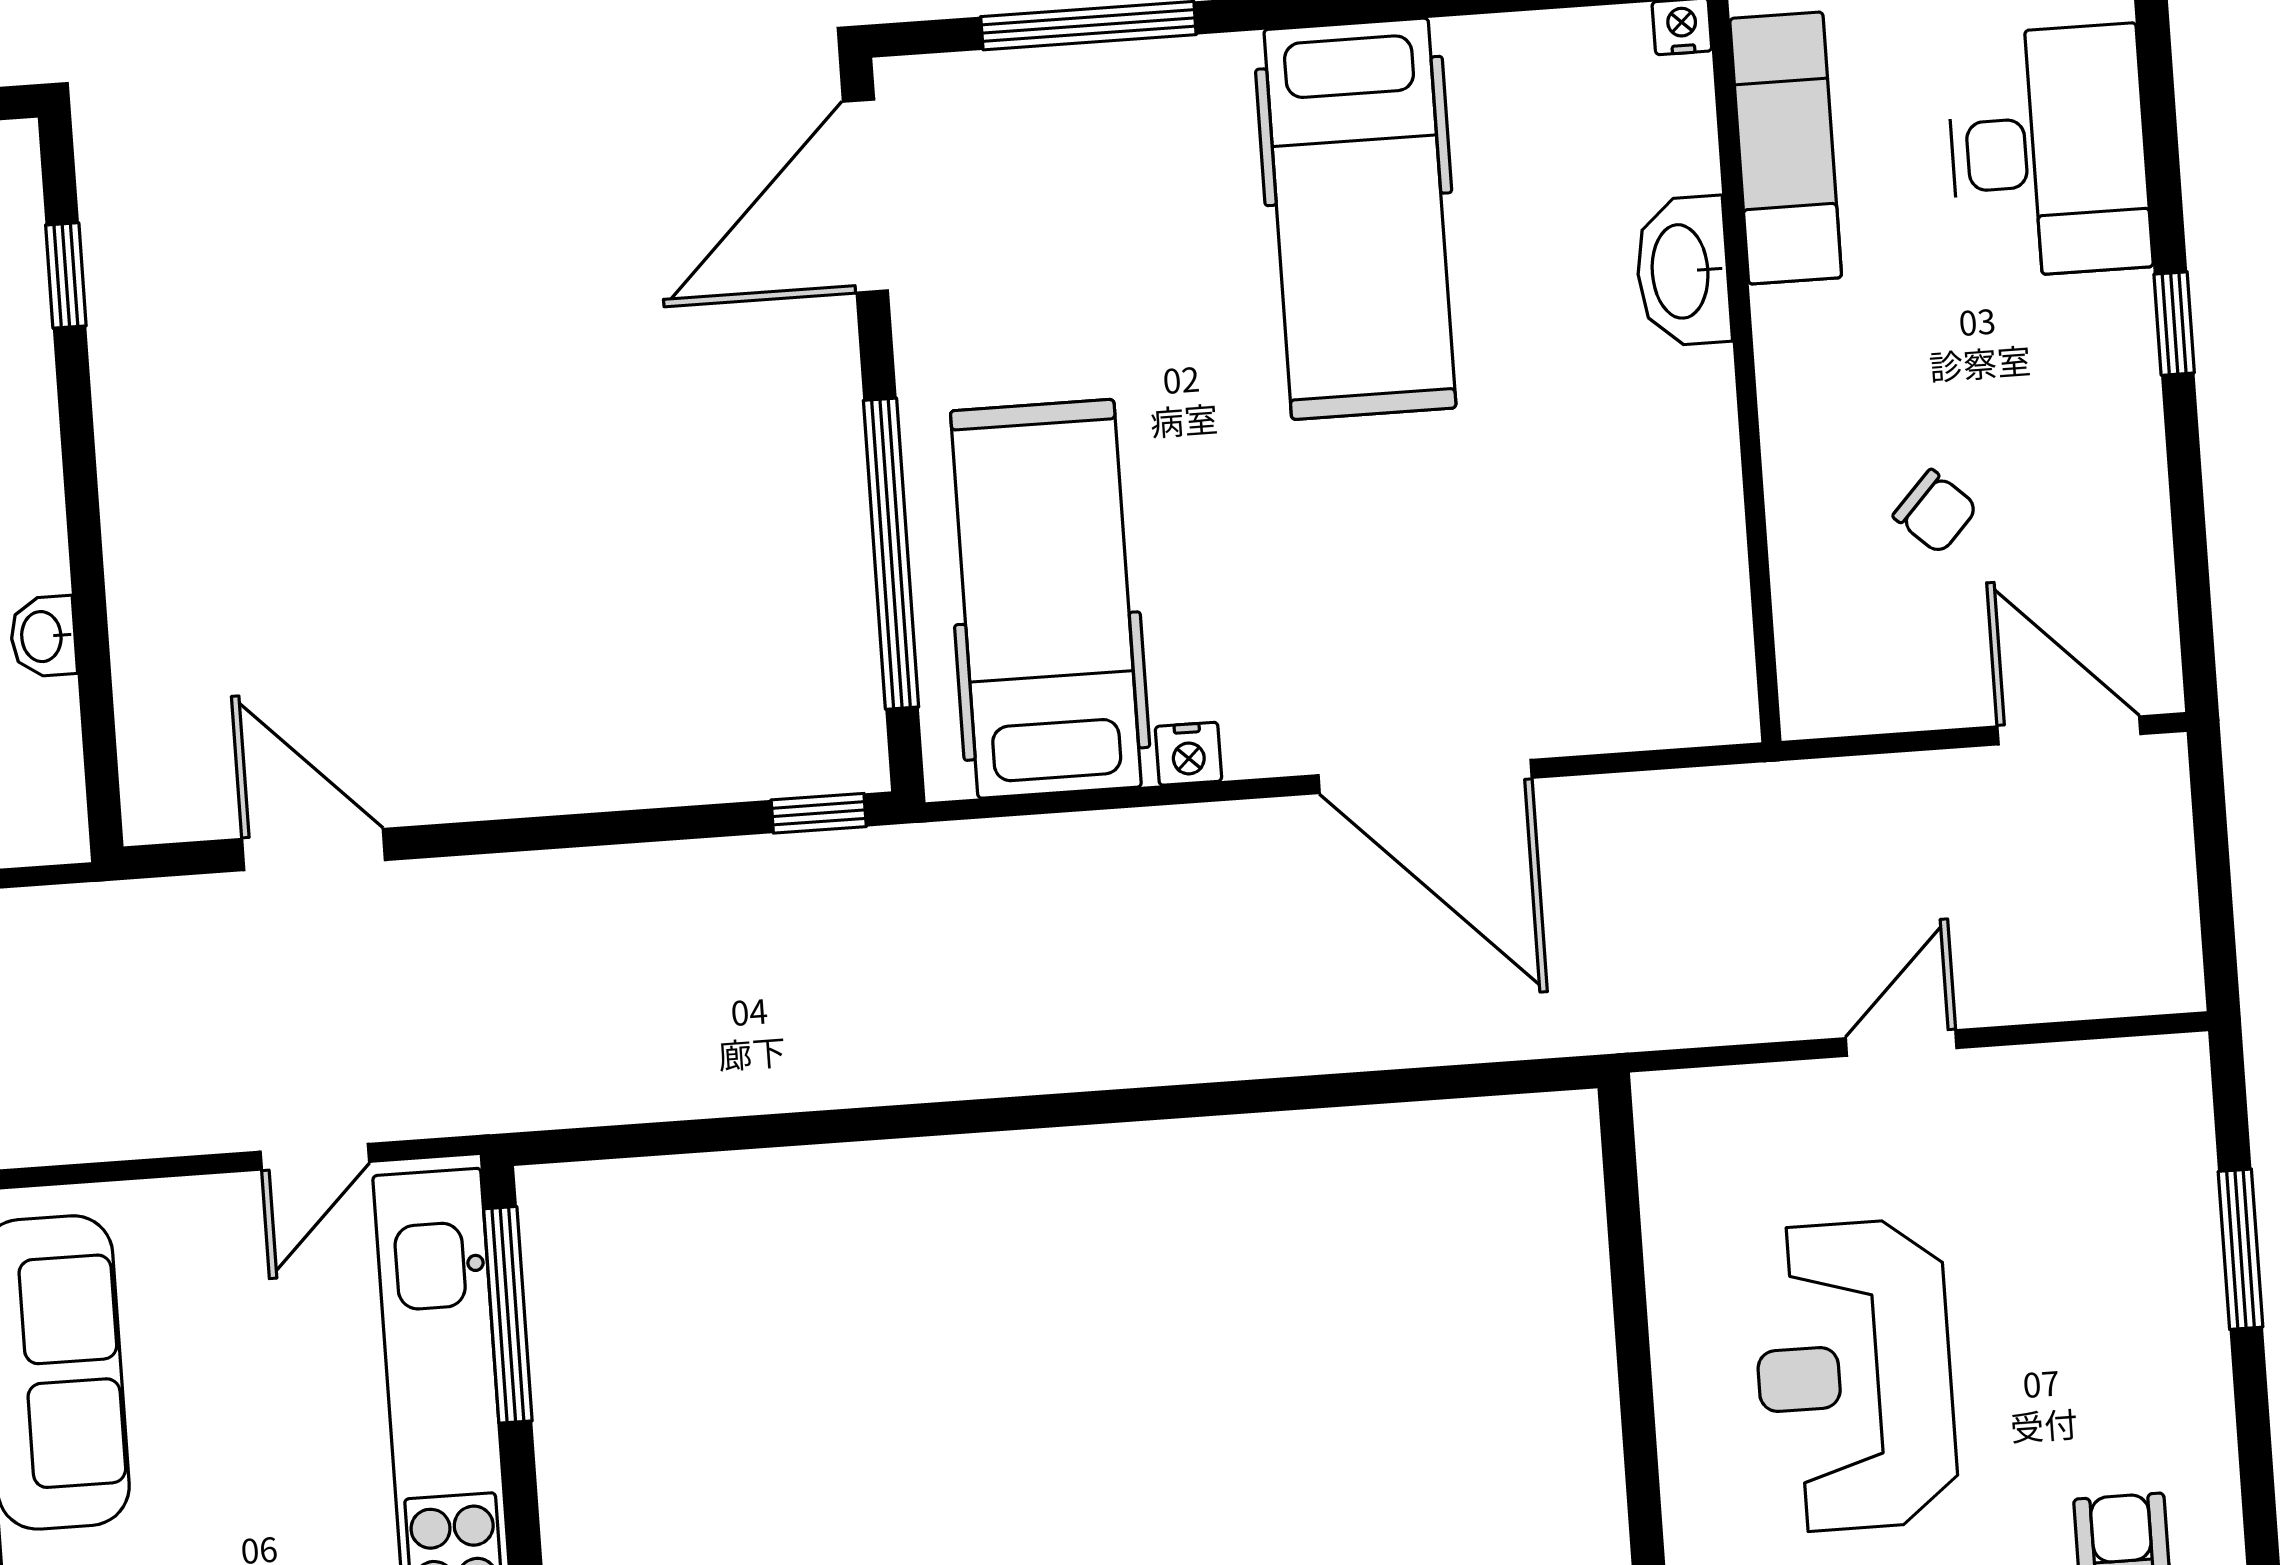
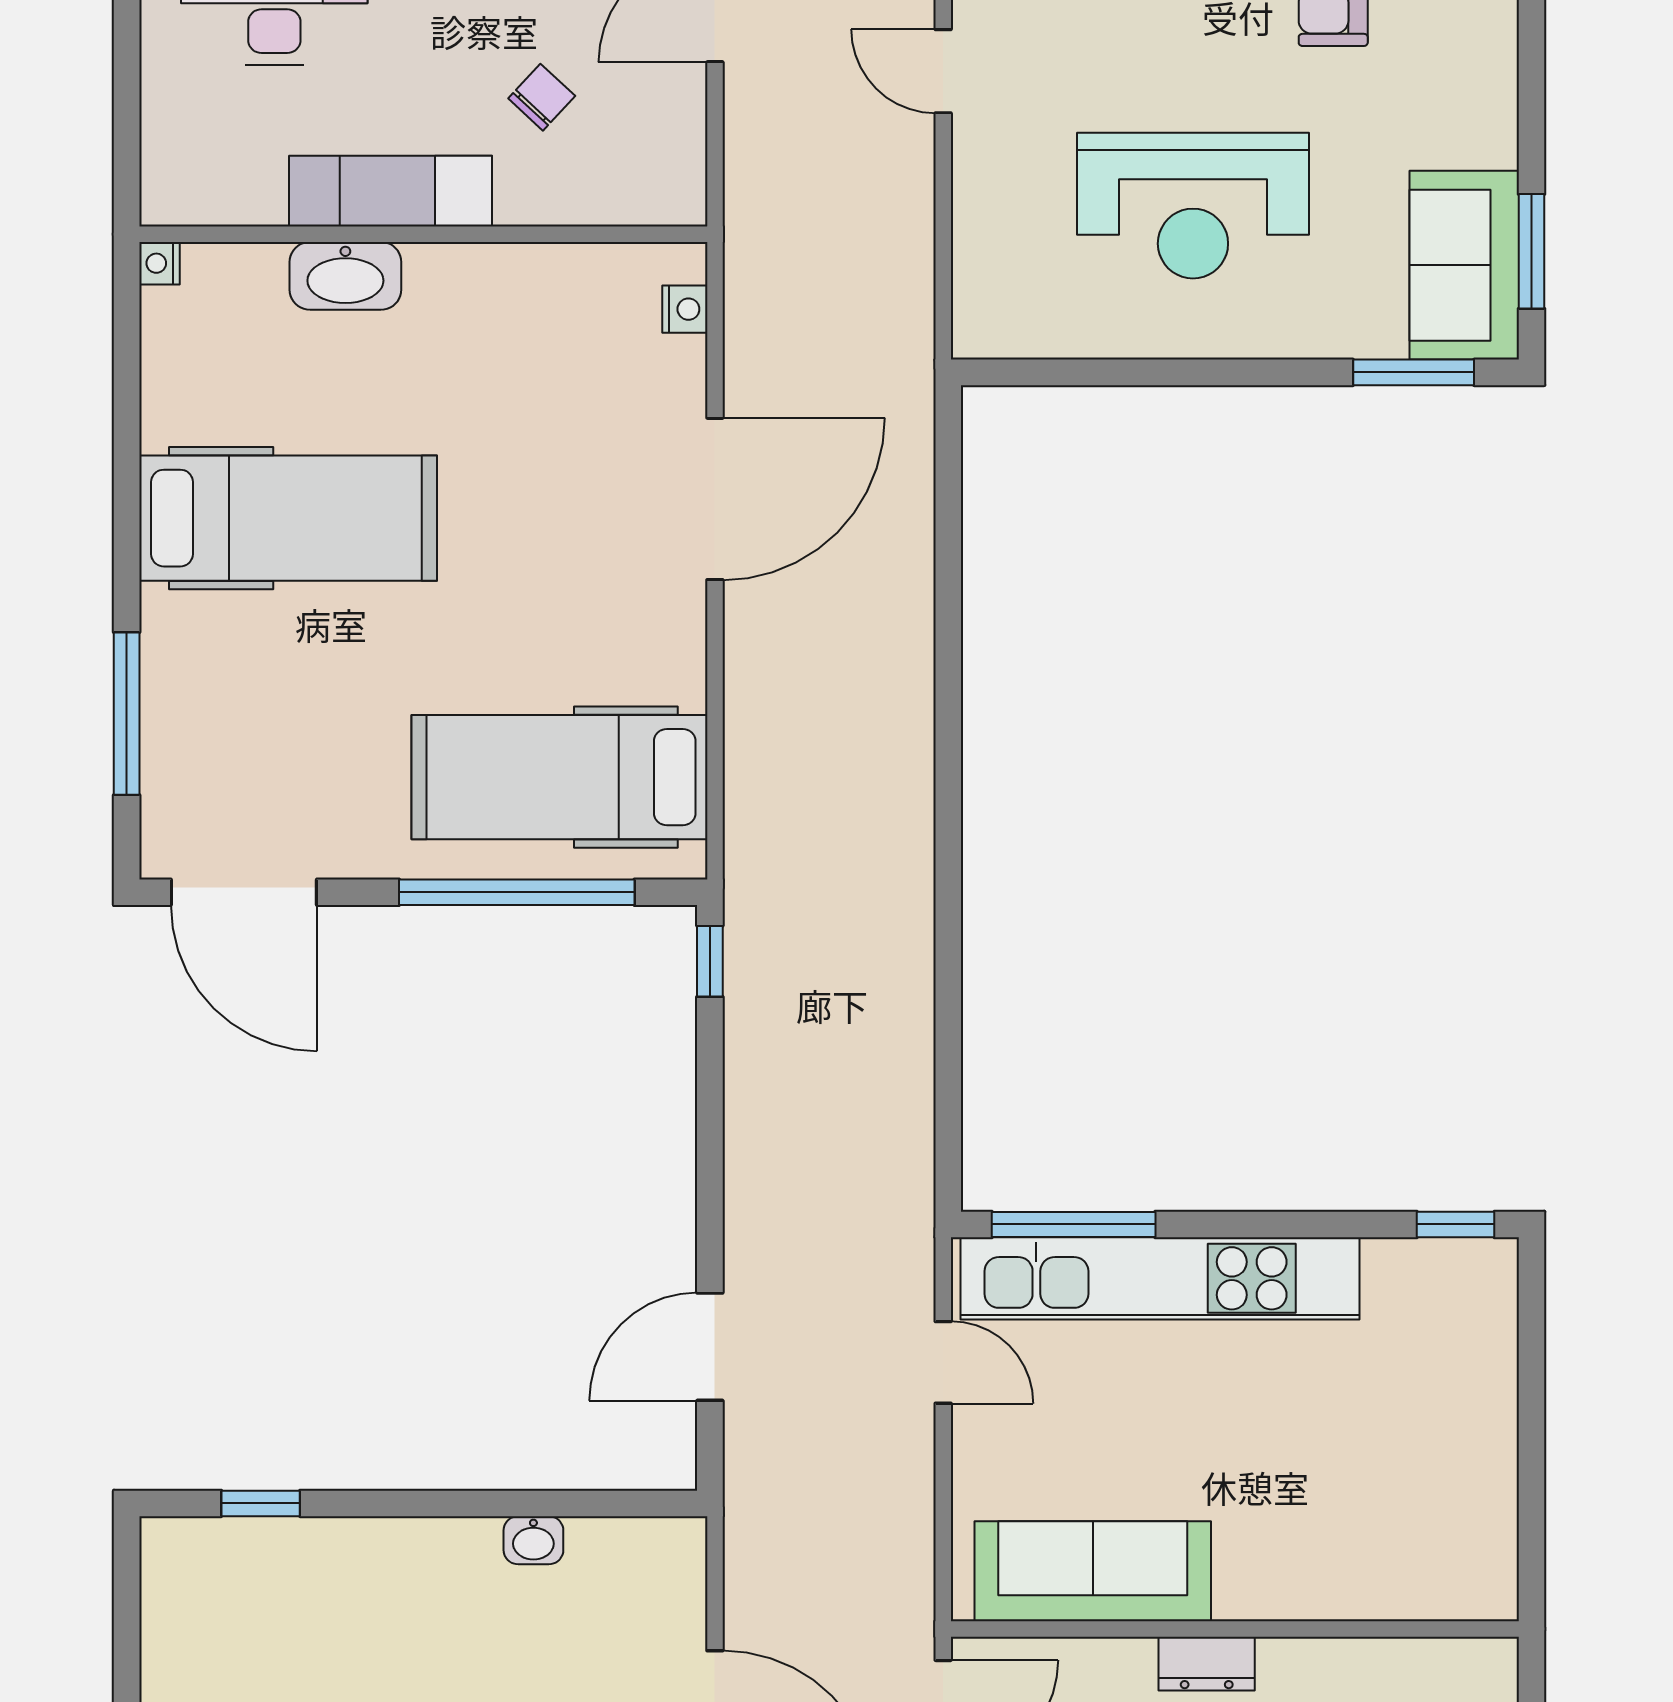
exam couch: (1786, 148) -> (391, 191), moved
nightstand: (1188, 754) -> (685, 309), moved
door: (1901, 1043) -> (943, 71), moved

